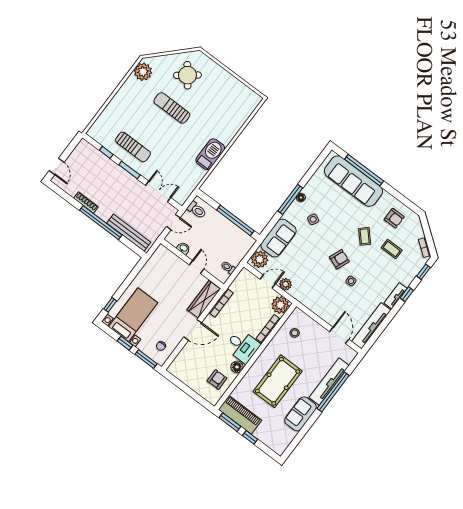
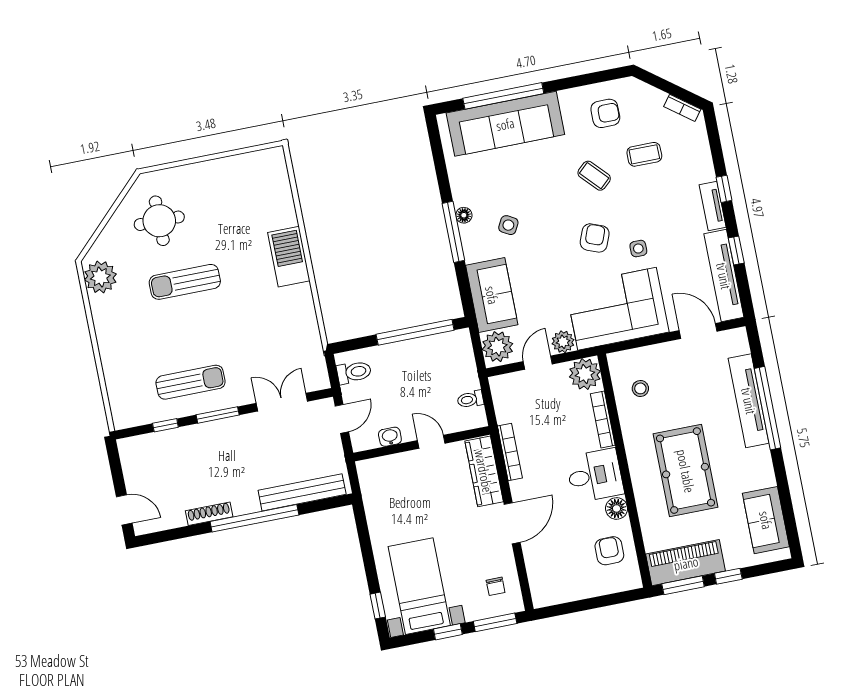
round table: (187, 75) -> (159, 221), turned 38
barbecue: (210, 154) -> (289, 257), moved
window: (424, 272) -> (736, 250), moved
corner sofa: (319, 294) -> (617, 309), added
sofa: (301, 414) -> (766, 520), moved

